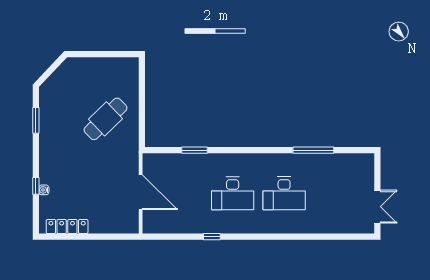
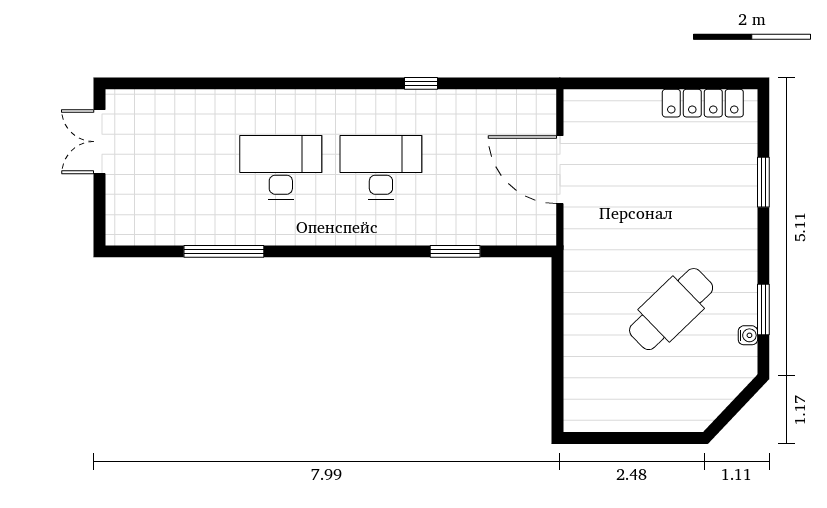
cafe table: (105, 119) -> (671, 309), moved
window: (36, 186) -> (763, 182), width x1.50
water cooler: (44, 190) -> (748, 335), moved

